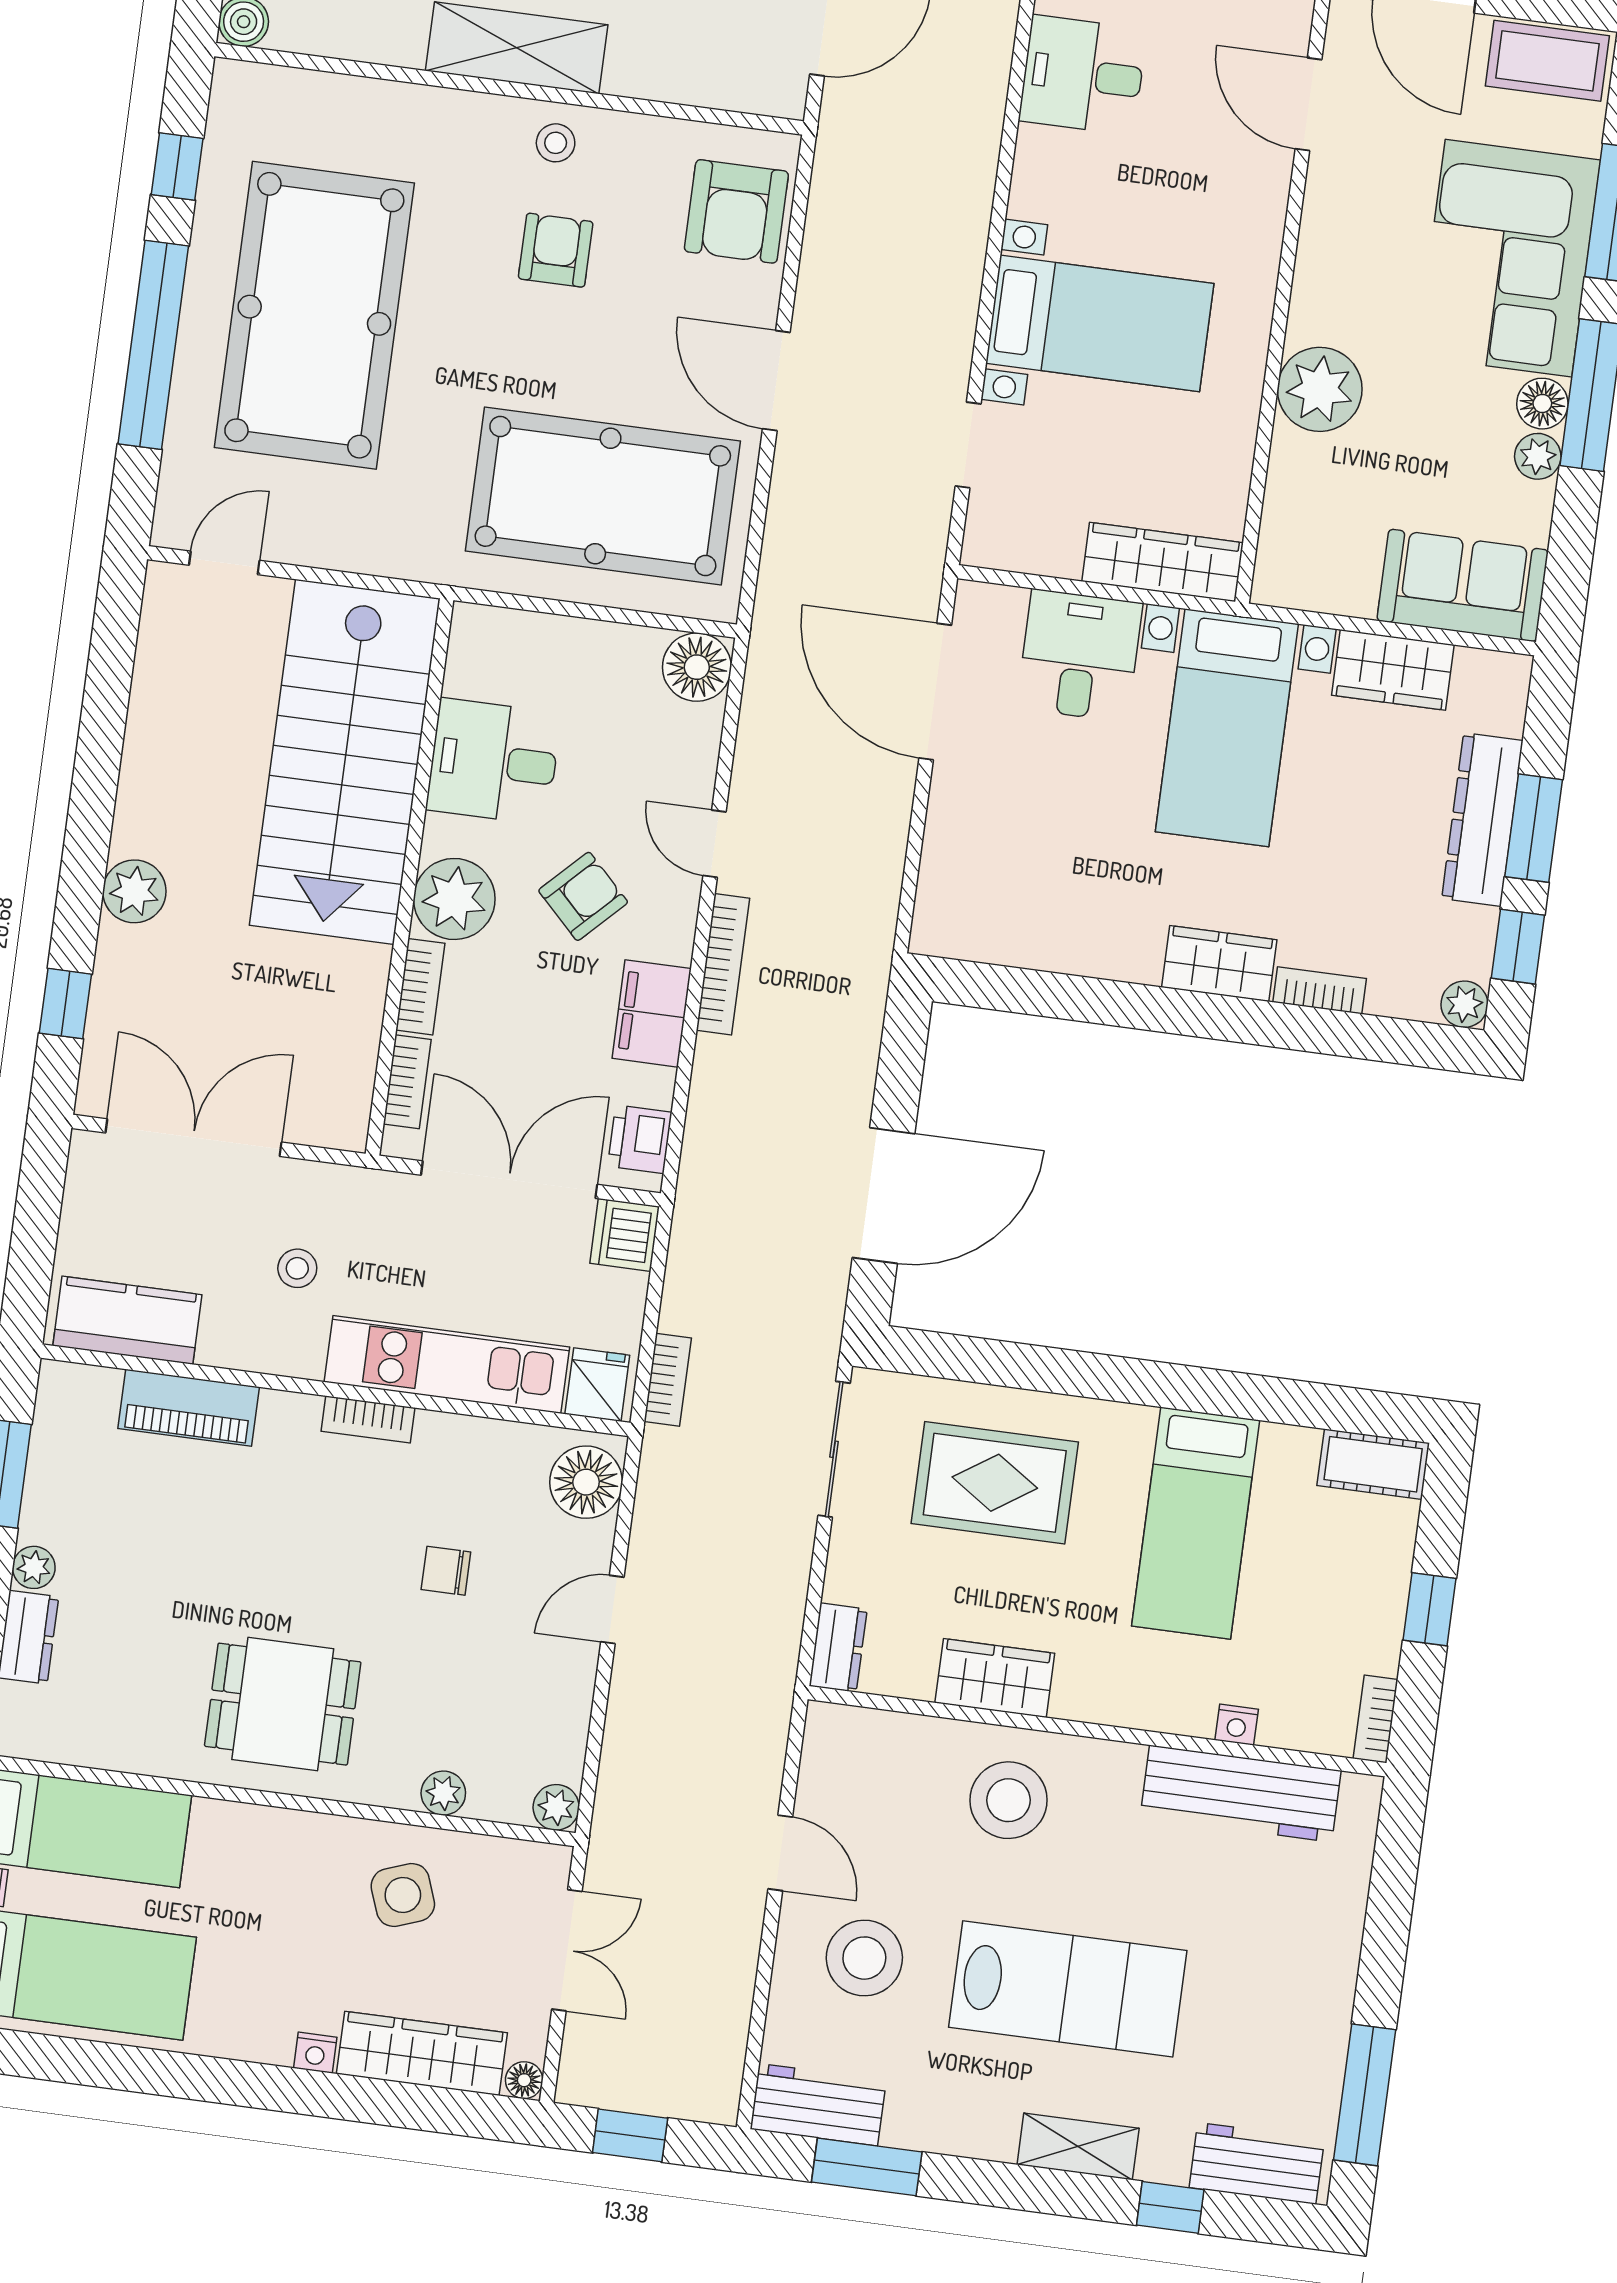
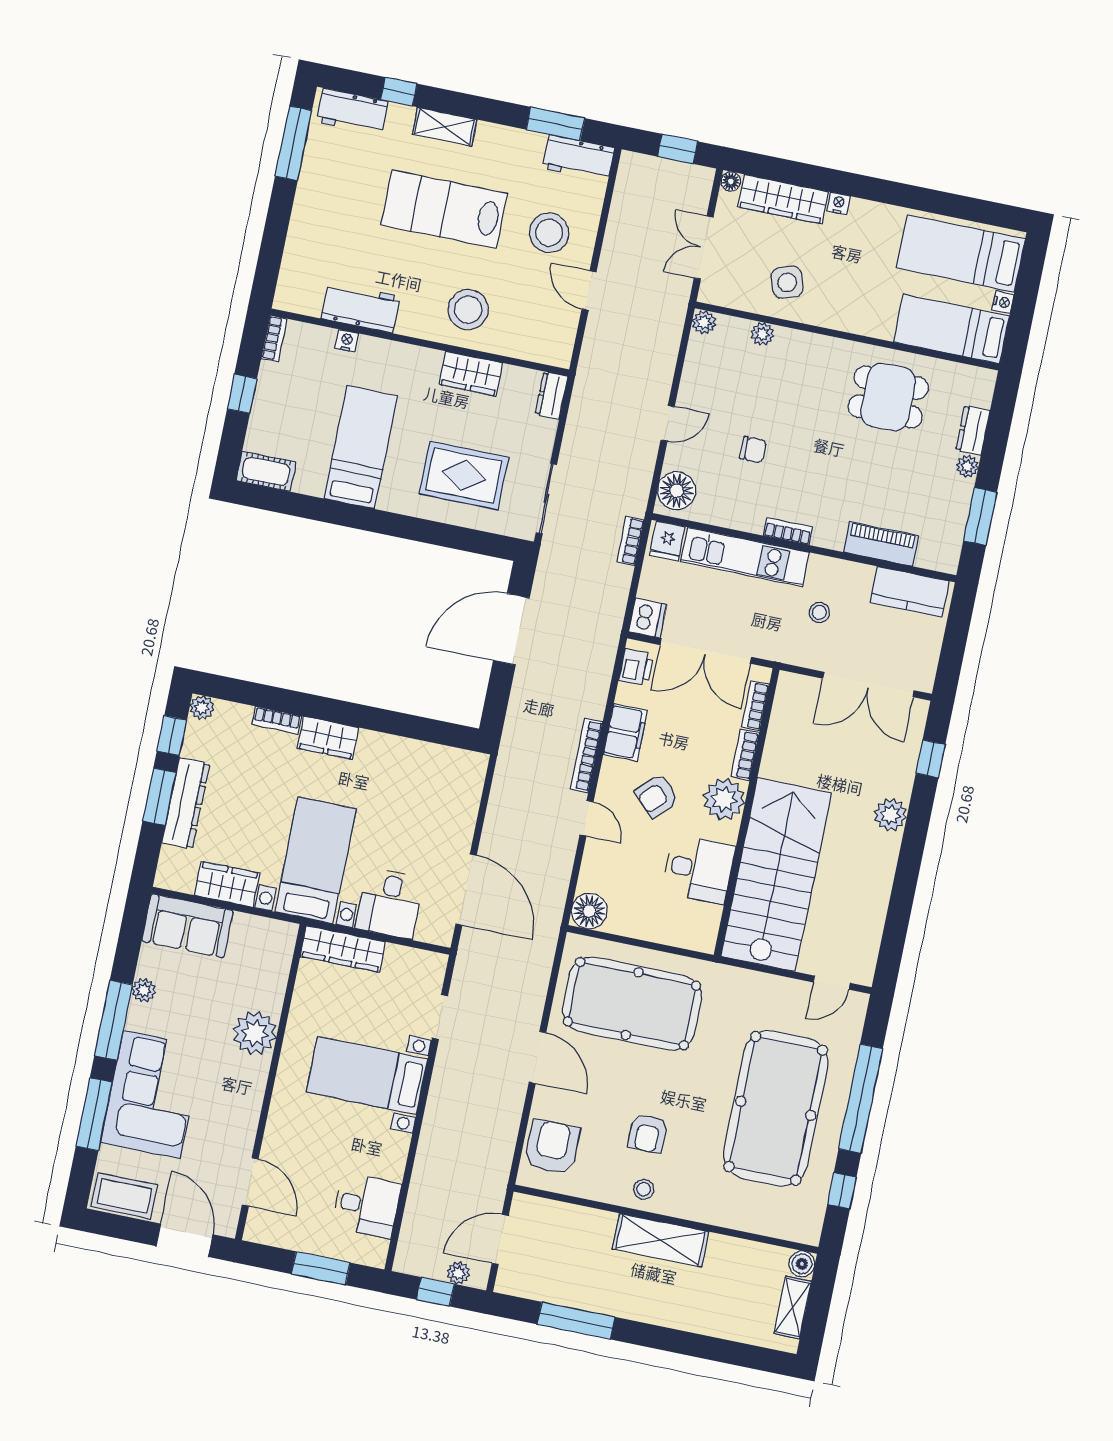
floor lamp: (1542, 404) -> (139, 1018), removed
dining table: (283, 1704) -> (888, 397), moved
workbench: (1241, 1794) -> (361, 307), width x0.73

